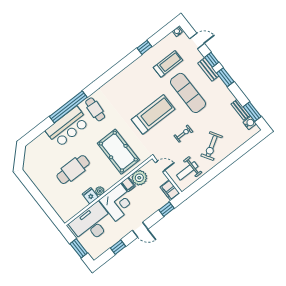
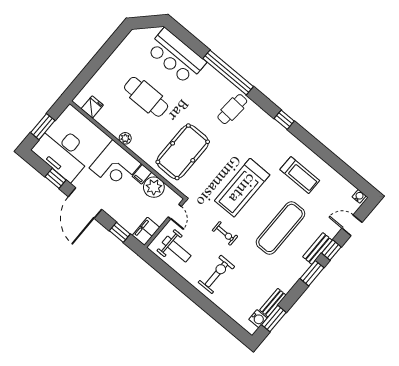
door: (197, 41) -> (352, 225), swing flipped
window: (144, 47) -> (284, 120), moved
treadmill: (168, 64) -> (300, 175), moved
treadmill: (153, 114) -> (242, 188), turned 90
bar counter: (68, 127) -> (176, 56), moved
exercise bike: (212, 146) -> (216, 274), turned 121
weight bench: (187, 171) -> (177, 249), turned 180
fridge: (90, 196) -> (92, 107), moved
desk: (92, 223) -> (63, 152), moved, turned 180
door: (140, 230) -> (85, 203), width x1.87

